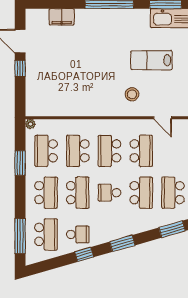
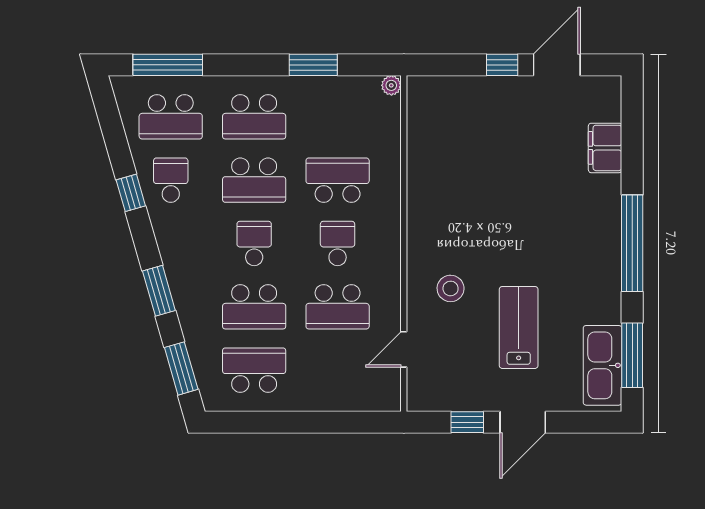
school desk: (46, 151) -> (338, 117), removed
school desk: (109, 151) -> (338, 243), width x0.54
school desk: (78, 234) -> (171, 180), turned 180
window: (122, 243) -> (159, 291), moved

